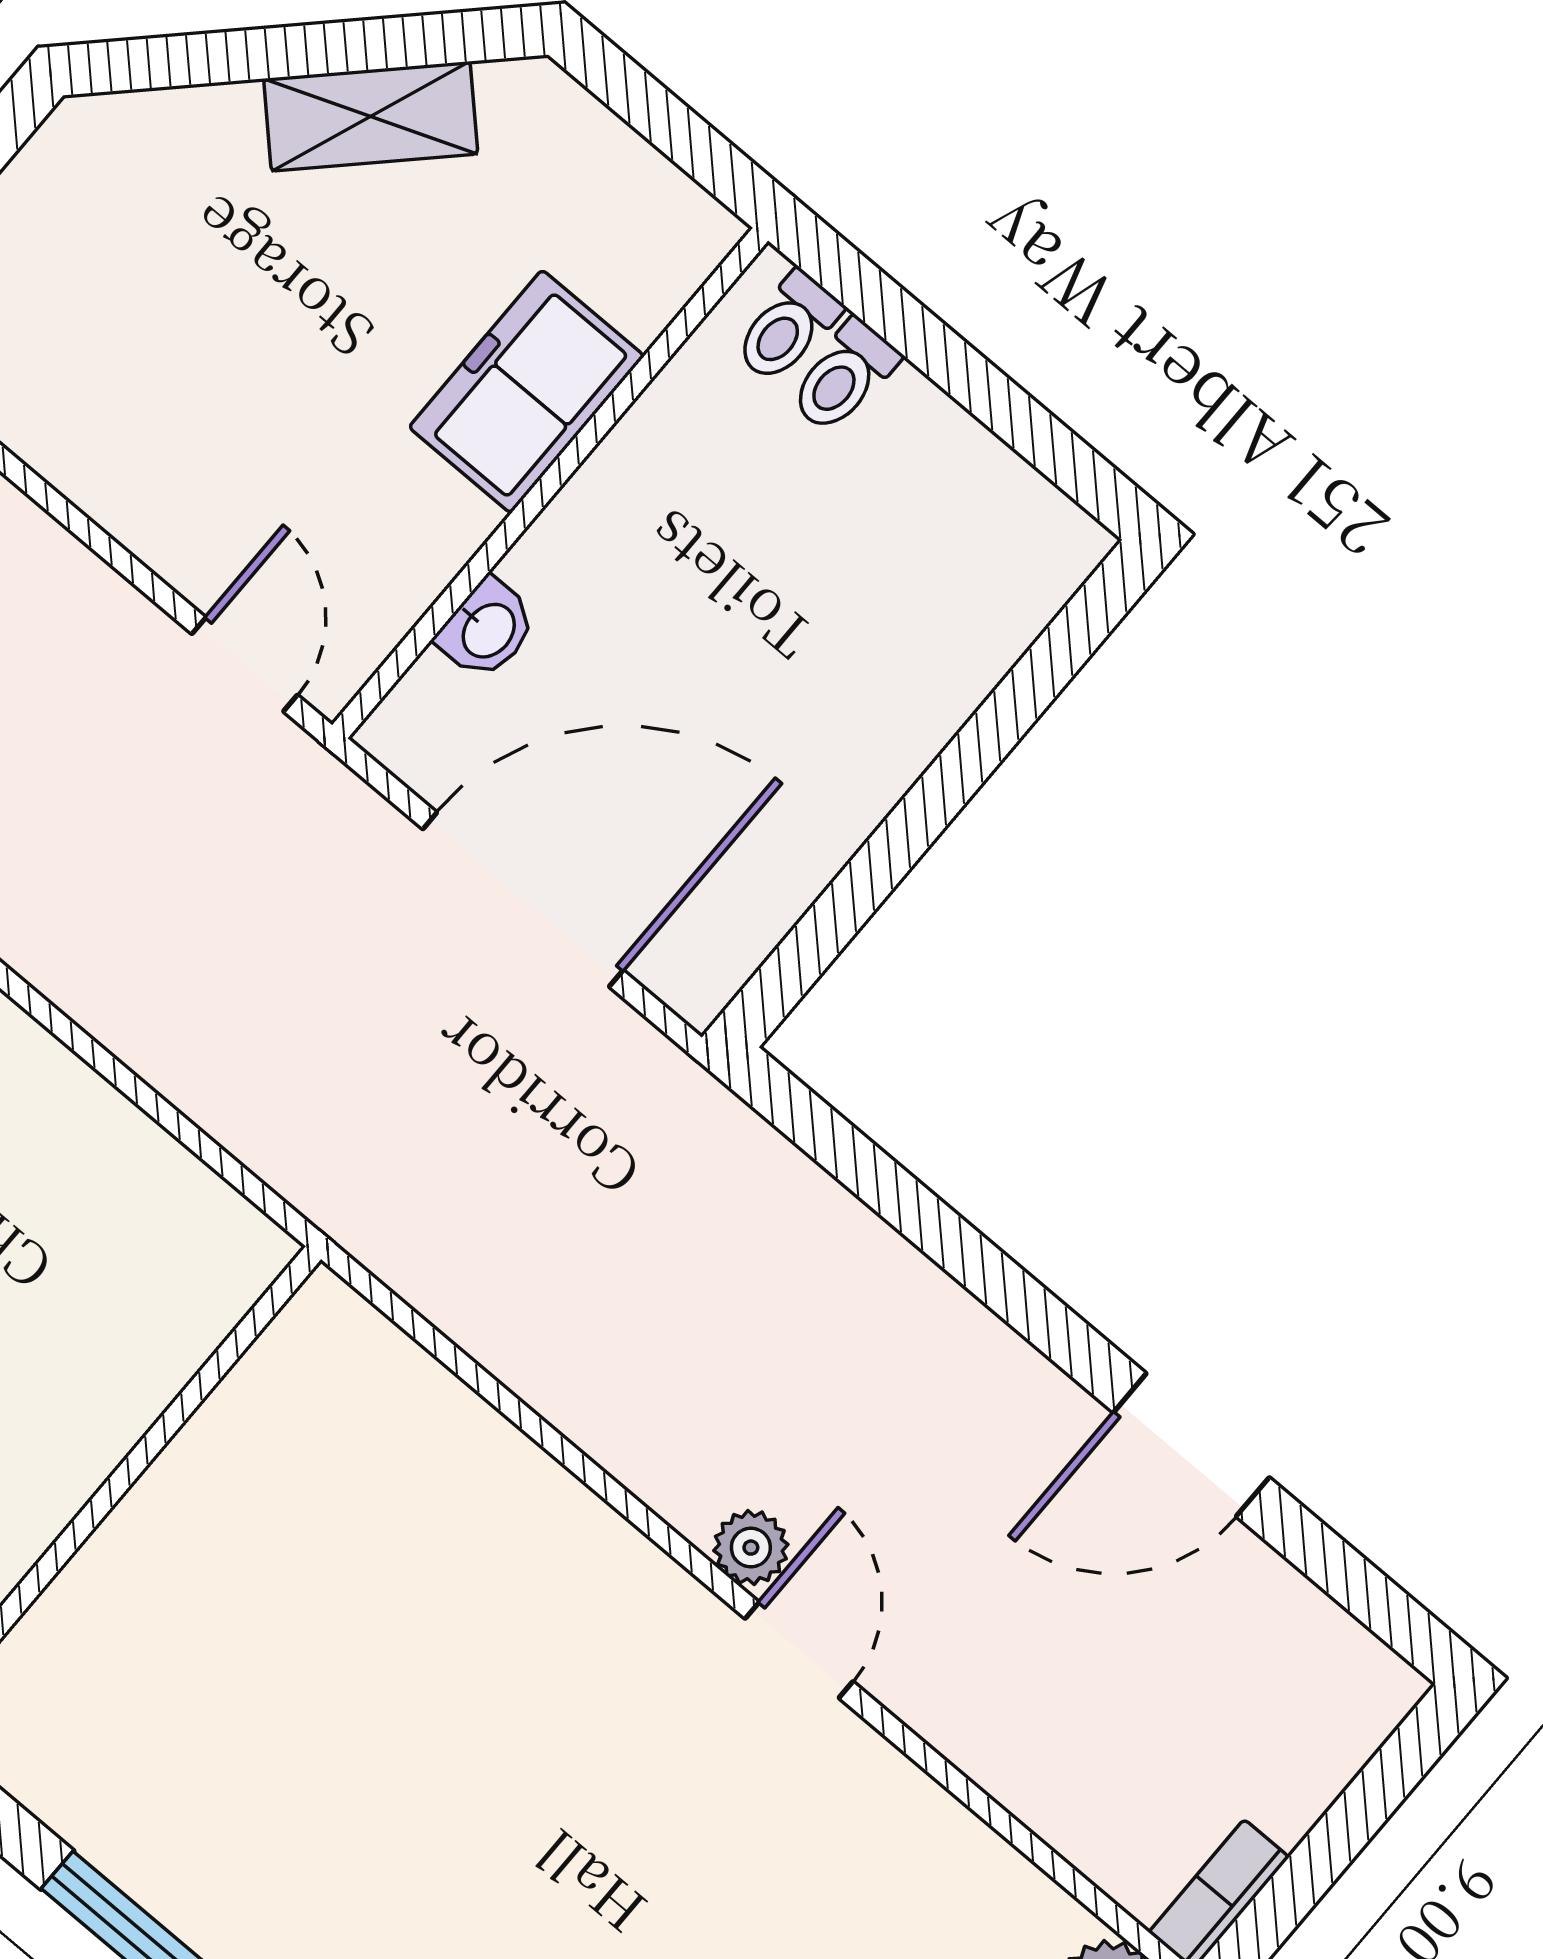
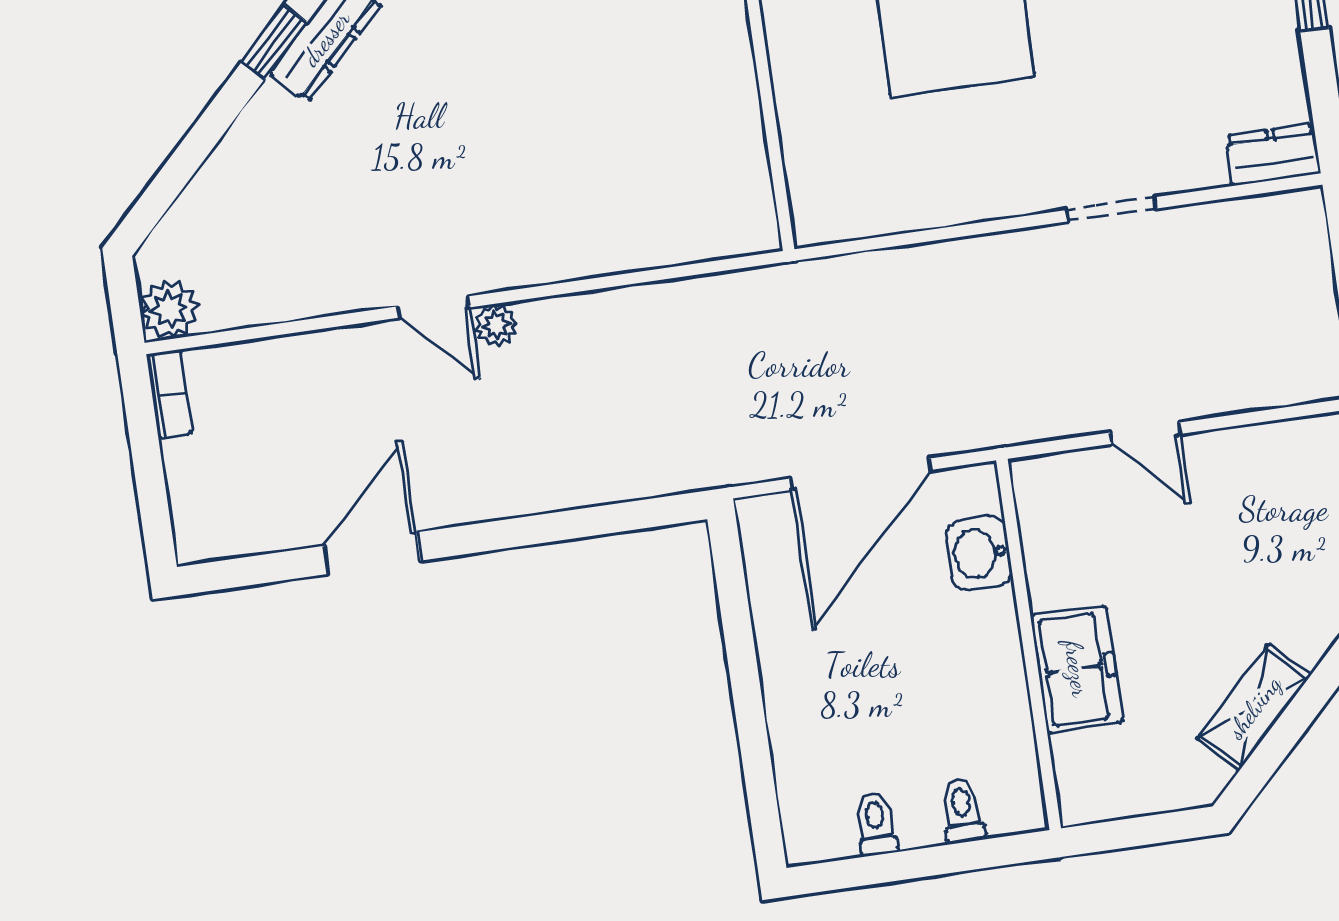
toilet: (787, 327) -> (876, 824), moved
washbasin: (487, 629) -> (979, 553), width x1.38, depth x1.45
door: (245, 664) -> (1145, 433), moved

